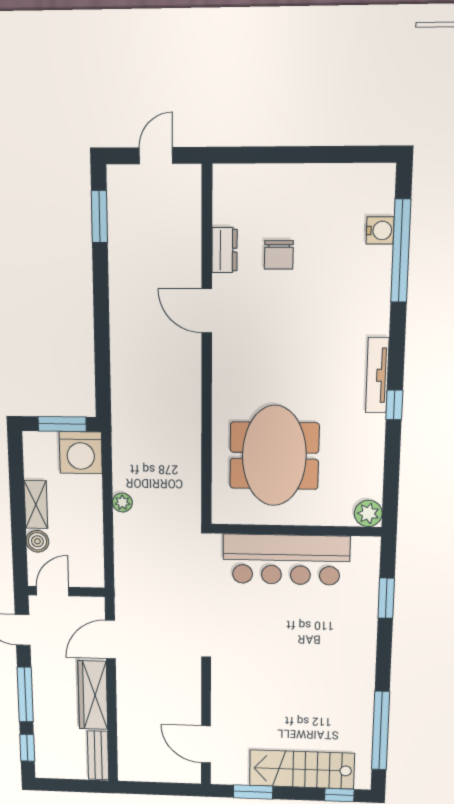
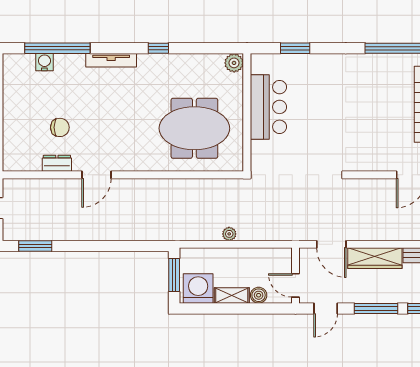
tv unit: (377, 375) -> (111, 60), moved
washing machine: (81, 453) -> (198, 288), moved, turned -90
bar counter: (286, 560) -> (268, 107), width x0.73

